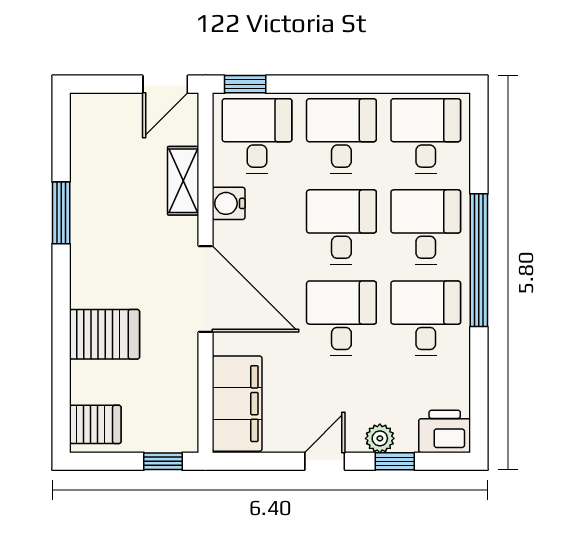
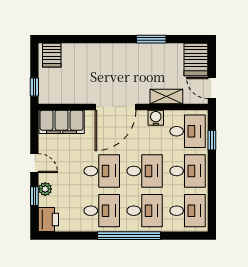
window: (245, 84) -> (212, 140), moved
server rack: (105, 334) -> (196, 59), moved

